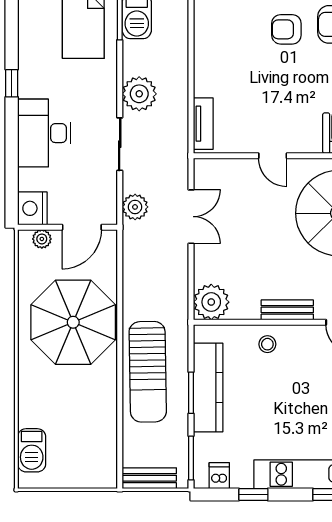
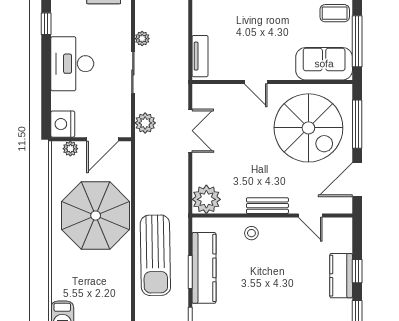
plant: (139, 94) -> (142, 39), width x0.53, depth x0.53

